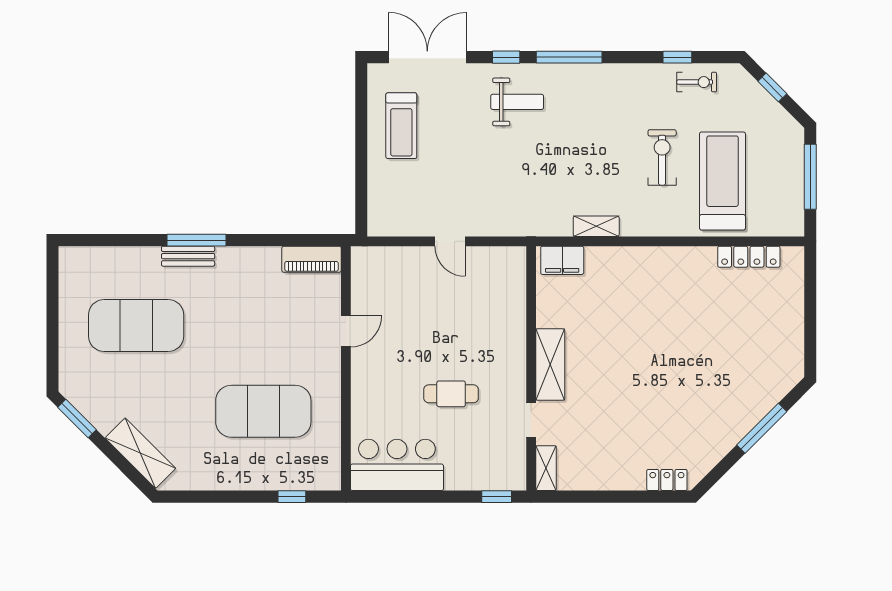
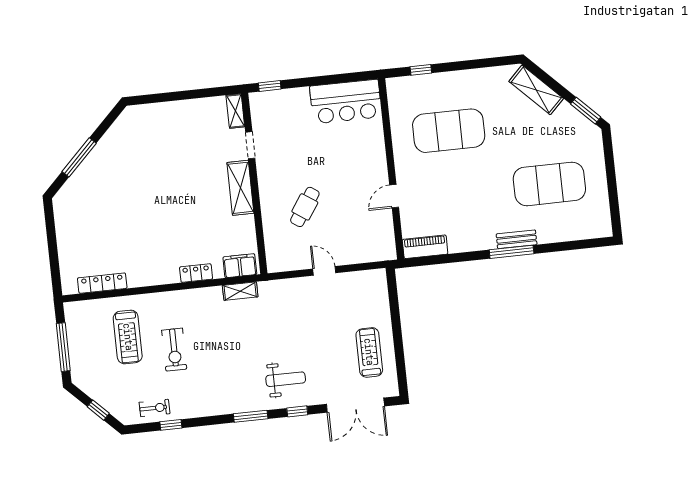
window: (569, 57) -> (251, 416), width x0.69
exercise bike: (697, 82) -> (155, 408), turned 180
weight bench: (517, 102) -> (286, 379), turned 180
treadmill: (723, 181) -> (128, 337), width x0.73, depth x0.73
shelving: (596, 226) -> (240, 291), moved
cafe table: (451, 394) -> (305, 207), moved, turned -56
locker: (667, 480) -> (196, 273), moved, turned 180

